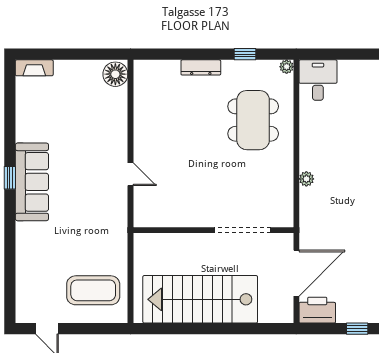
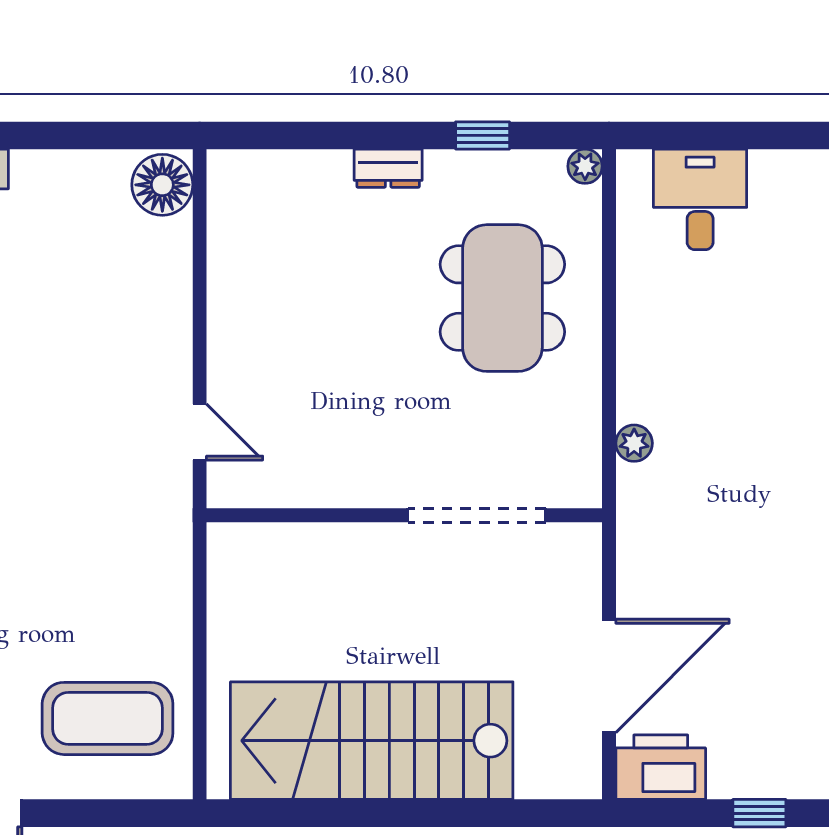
dresser: (201, 67) -> (388, 168), width x0.70
desk: (318, 80) -> (700, 199), moved
wall: (213, 230) -> (404, 515), moved
doorway: (243, 230) -> (477, 515), moved

